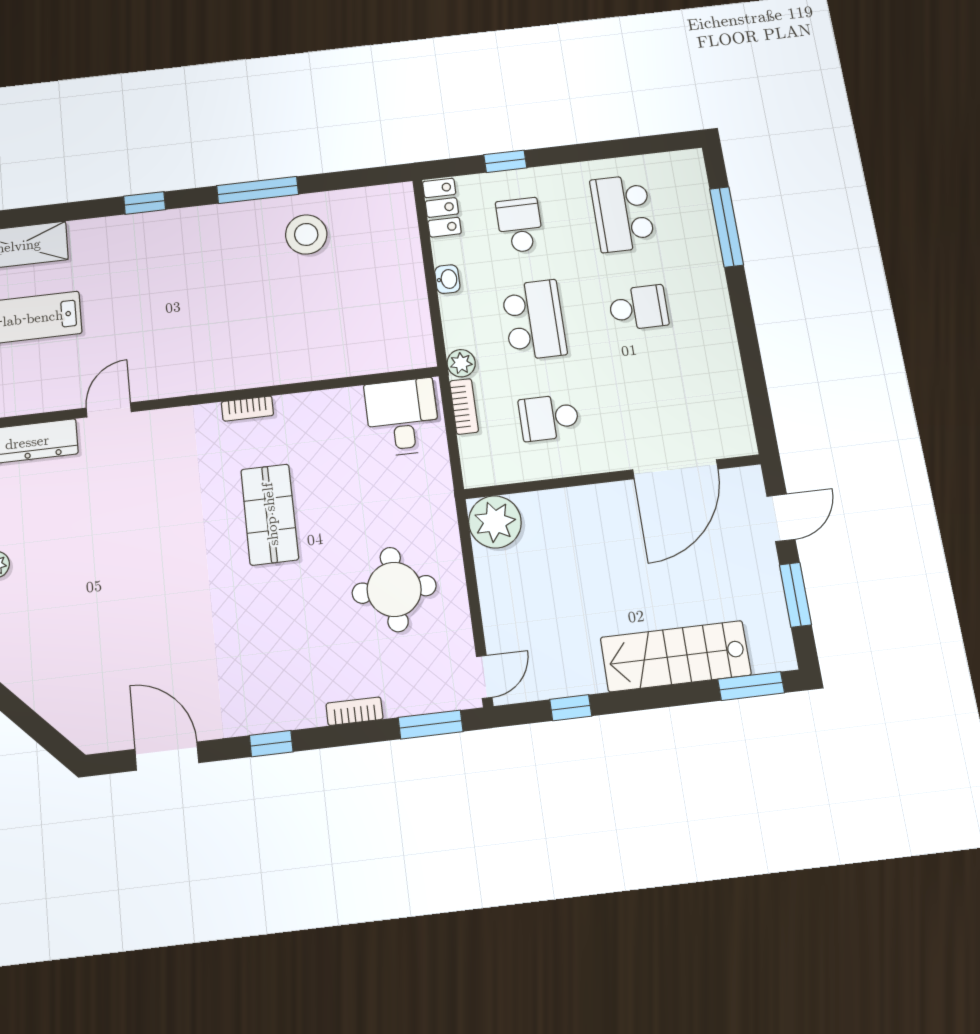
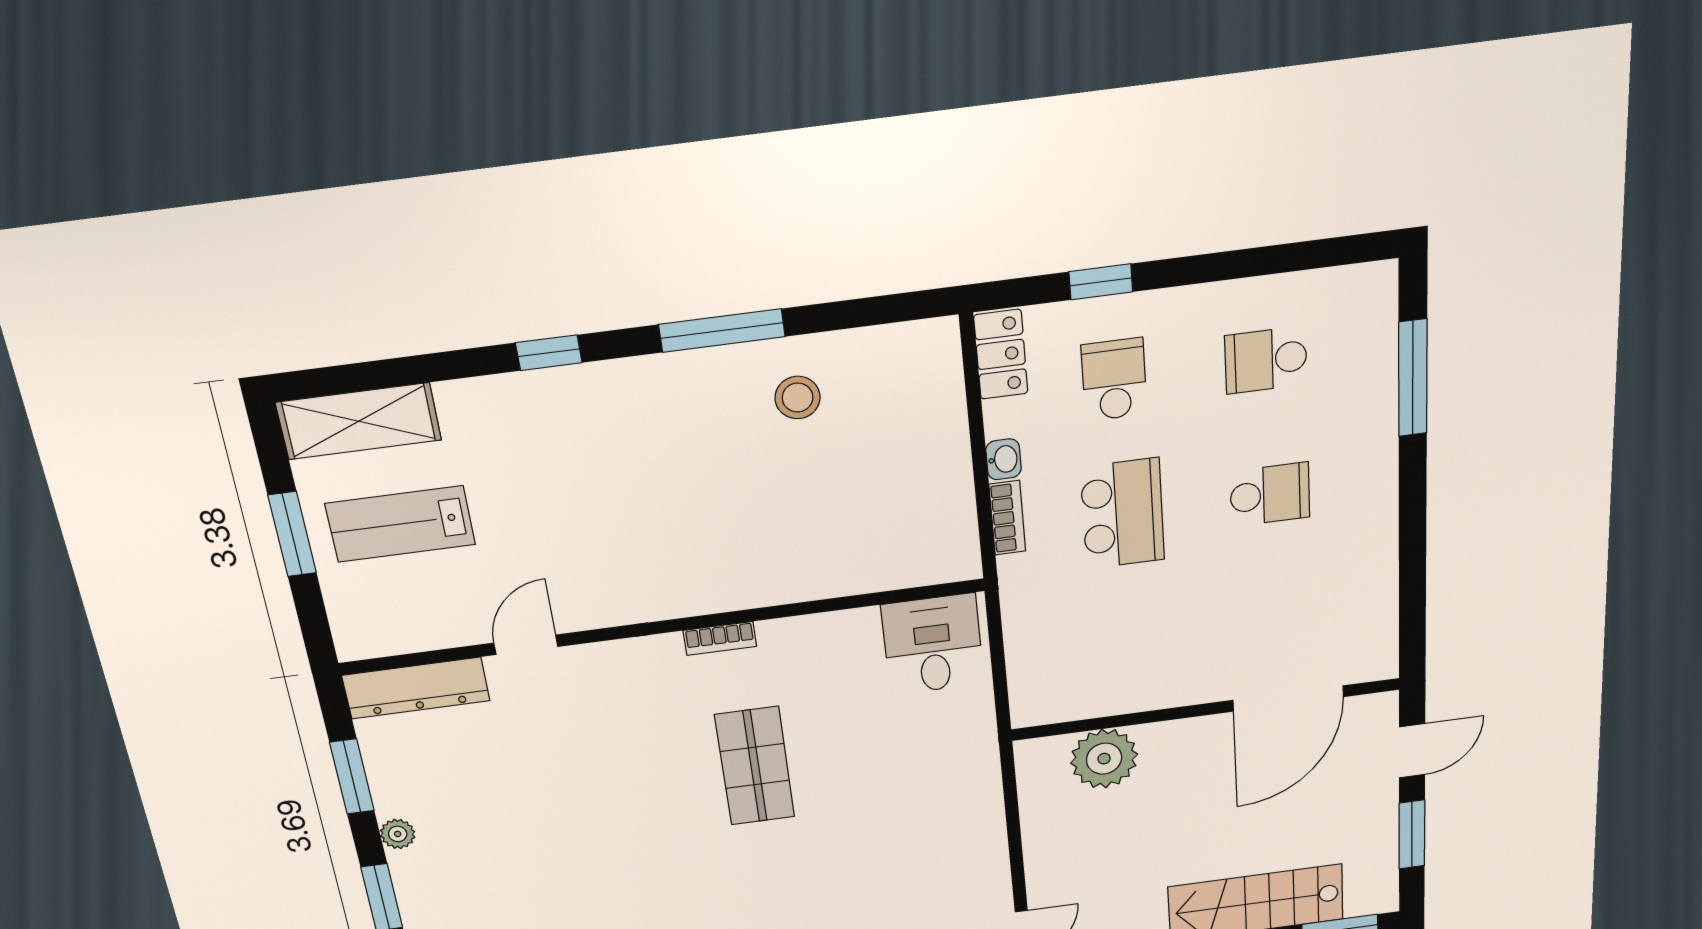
school desk: (622, 213) -> (1266, 360), width x0.54
stool: (306, 234) -> (798, 398), width x0.73, depth x0.73
plant: (461, 363) -> (1017, 573), removed
bookcase: (464, 406) -> (1007, 518), moved
school desk: (549, 418) -> (1130, 640), removed
plant: (495, 522) -> (1104, 759), moved
round table: (394, 589) -> (916, 845), removed

